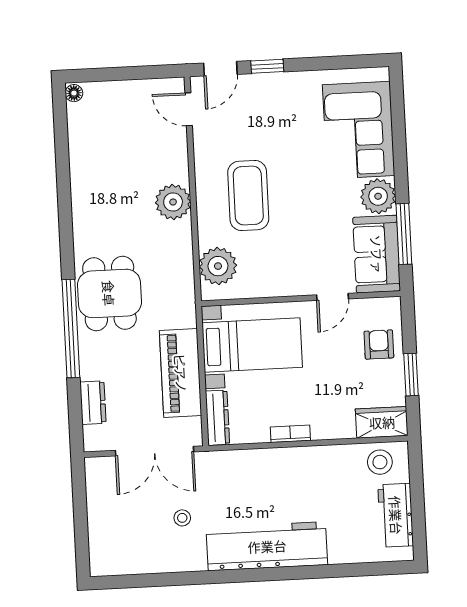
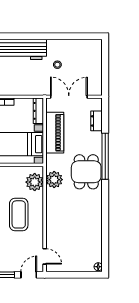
plant: (173, 202) -> (54, 180), moved

